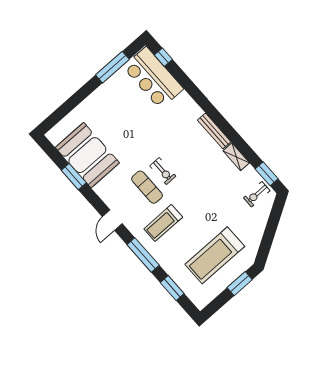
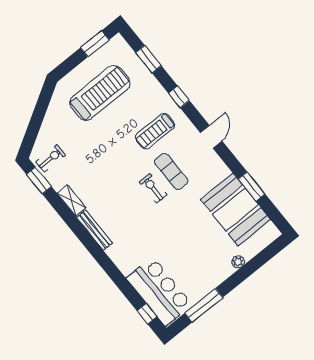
plant: (83, 108) -> (238, 262), added
treadmill: (163, 223) -> (155, 131), turned 180
window: (143, 255) -> (179, 97), width x0.46
window: (240, 284) -> (95, 44), moved

